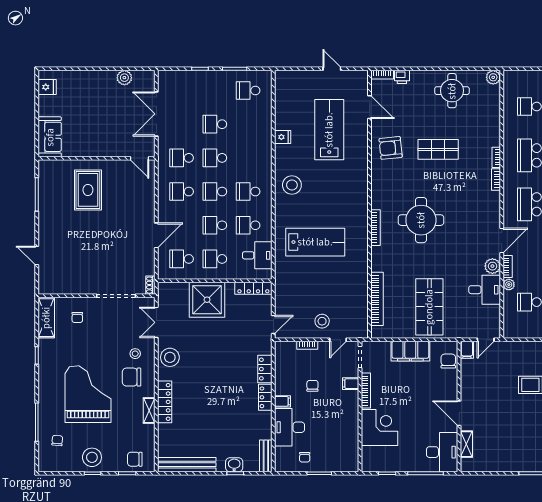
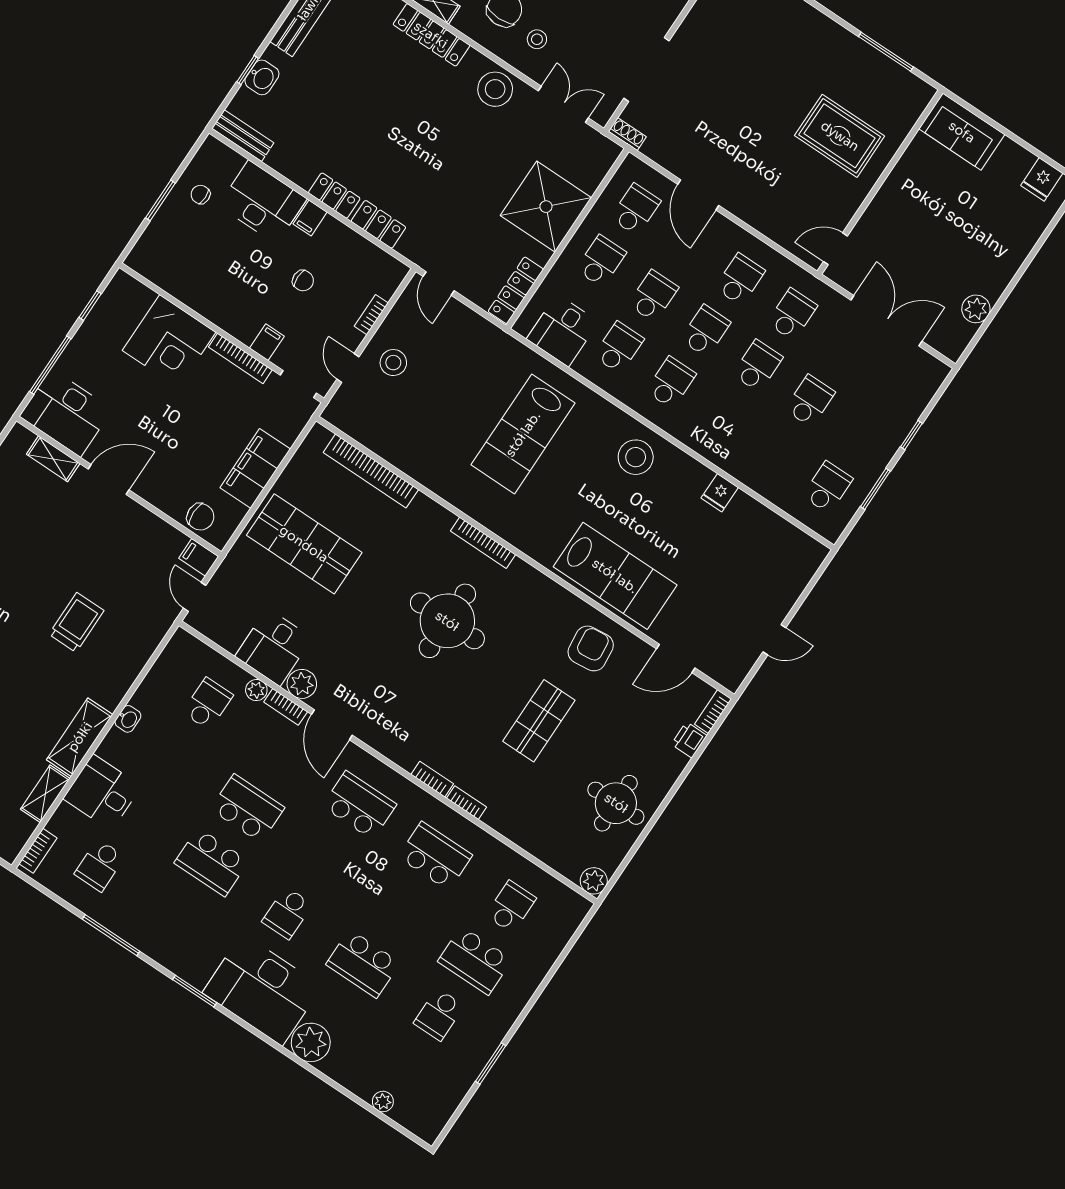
lab bench: (329, 130) -> (615, 576), moved

